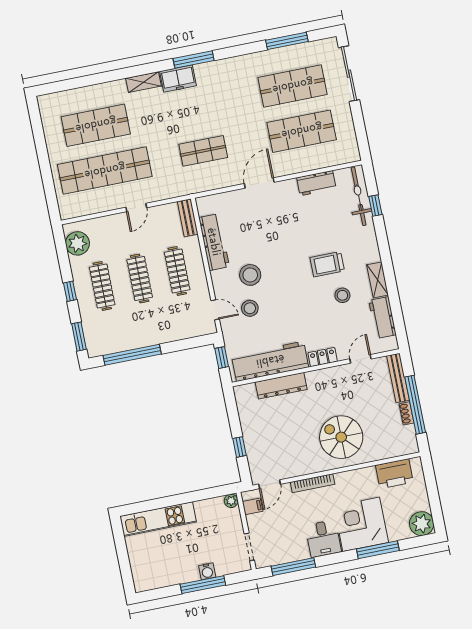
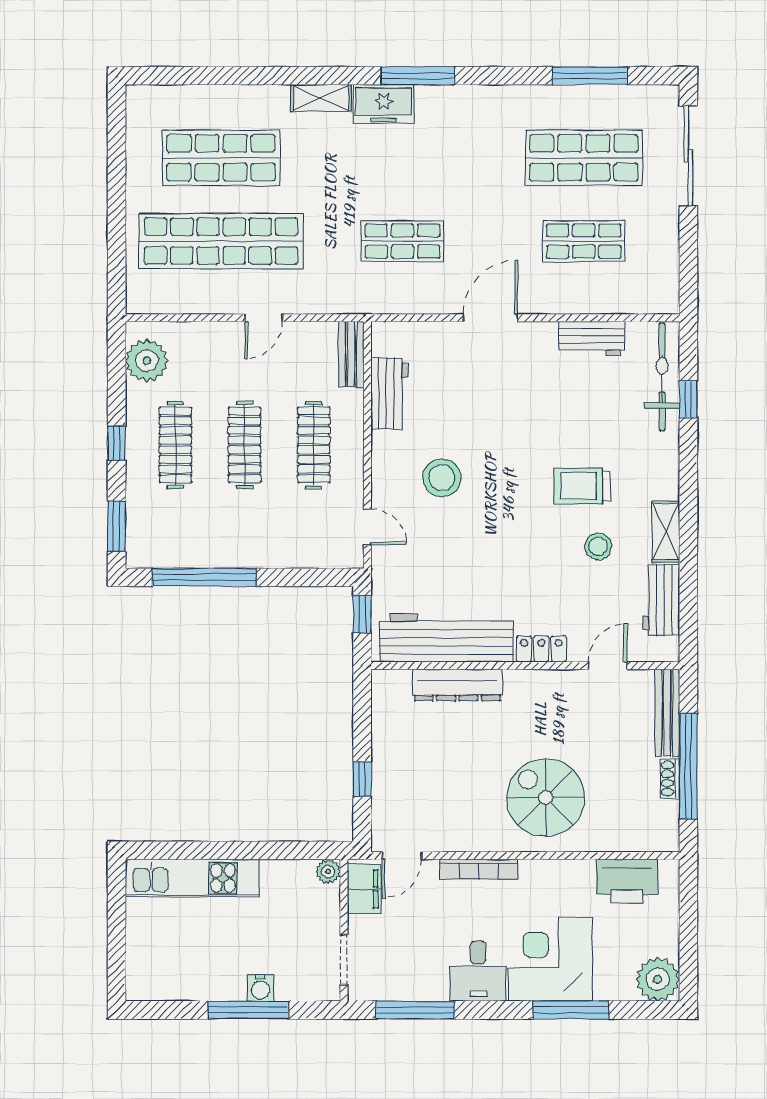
shop shelf: (302, 131) -> (584, 241), width x0.70, depth x0.74
workbench: (214, 242) -> (389, 393), width x0.73
stool: (250, 308) -> (429, 537), removed
filing cabinet: (253, 506) -> (364, 889), width x2.00

